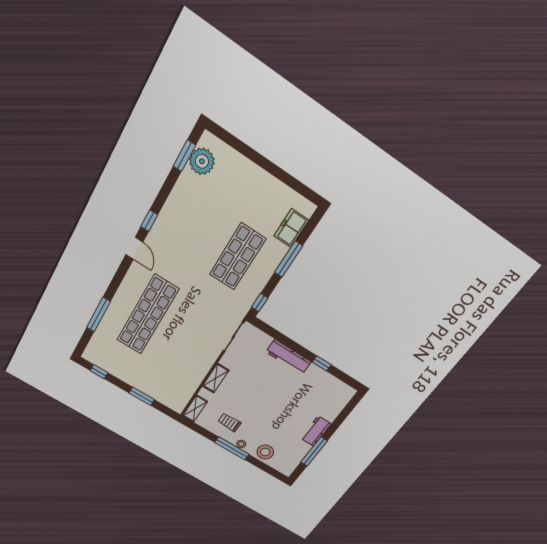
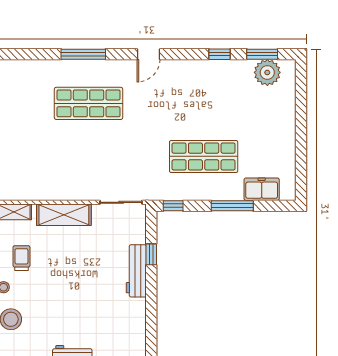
window: (149, 221) -> (220, 54), moved
window: (98, 315) -> (83, 54), moved
shop shelf: (148, 315) -> (89, 103), width x0.71
window: (322, 363) -> (151, 254), moved
shelving: (216, 378) -> (64, 215), width x1.50, depth x1.33

